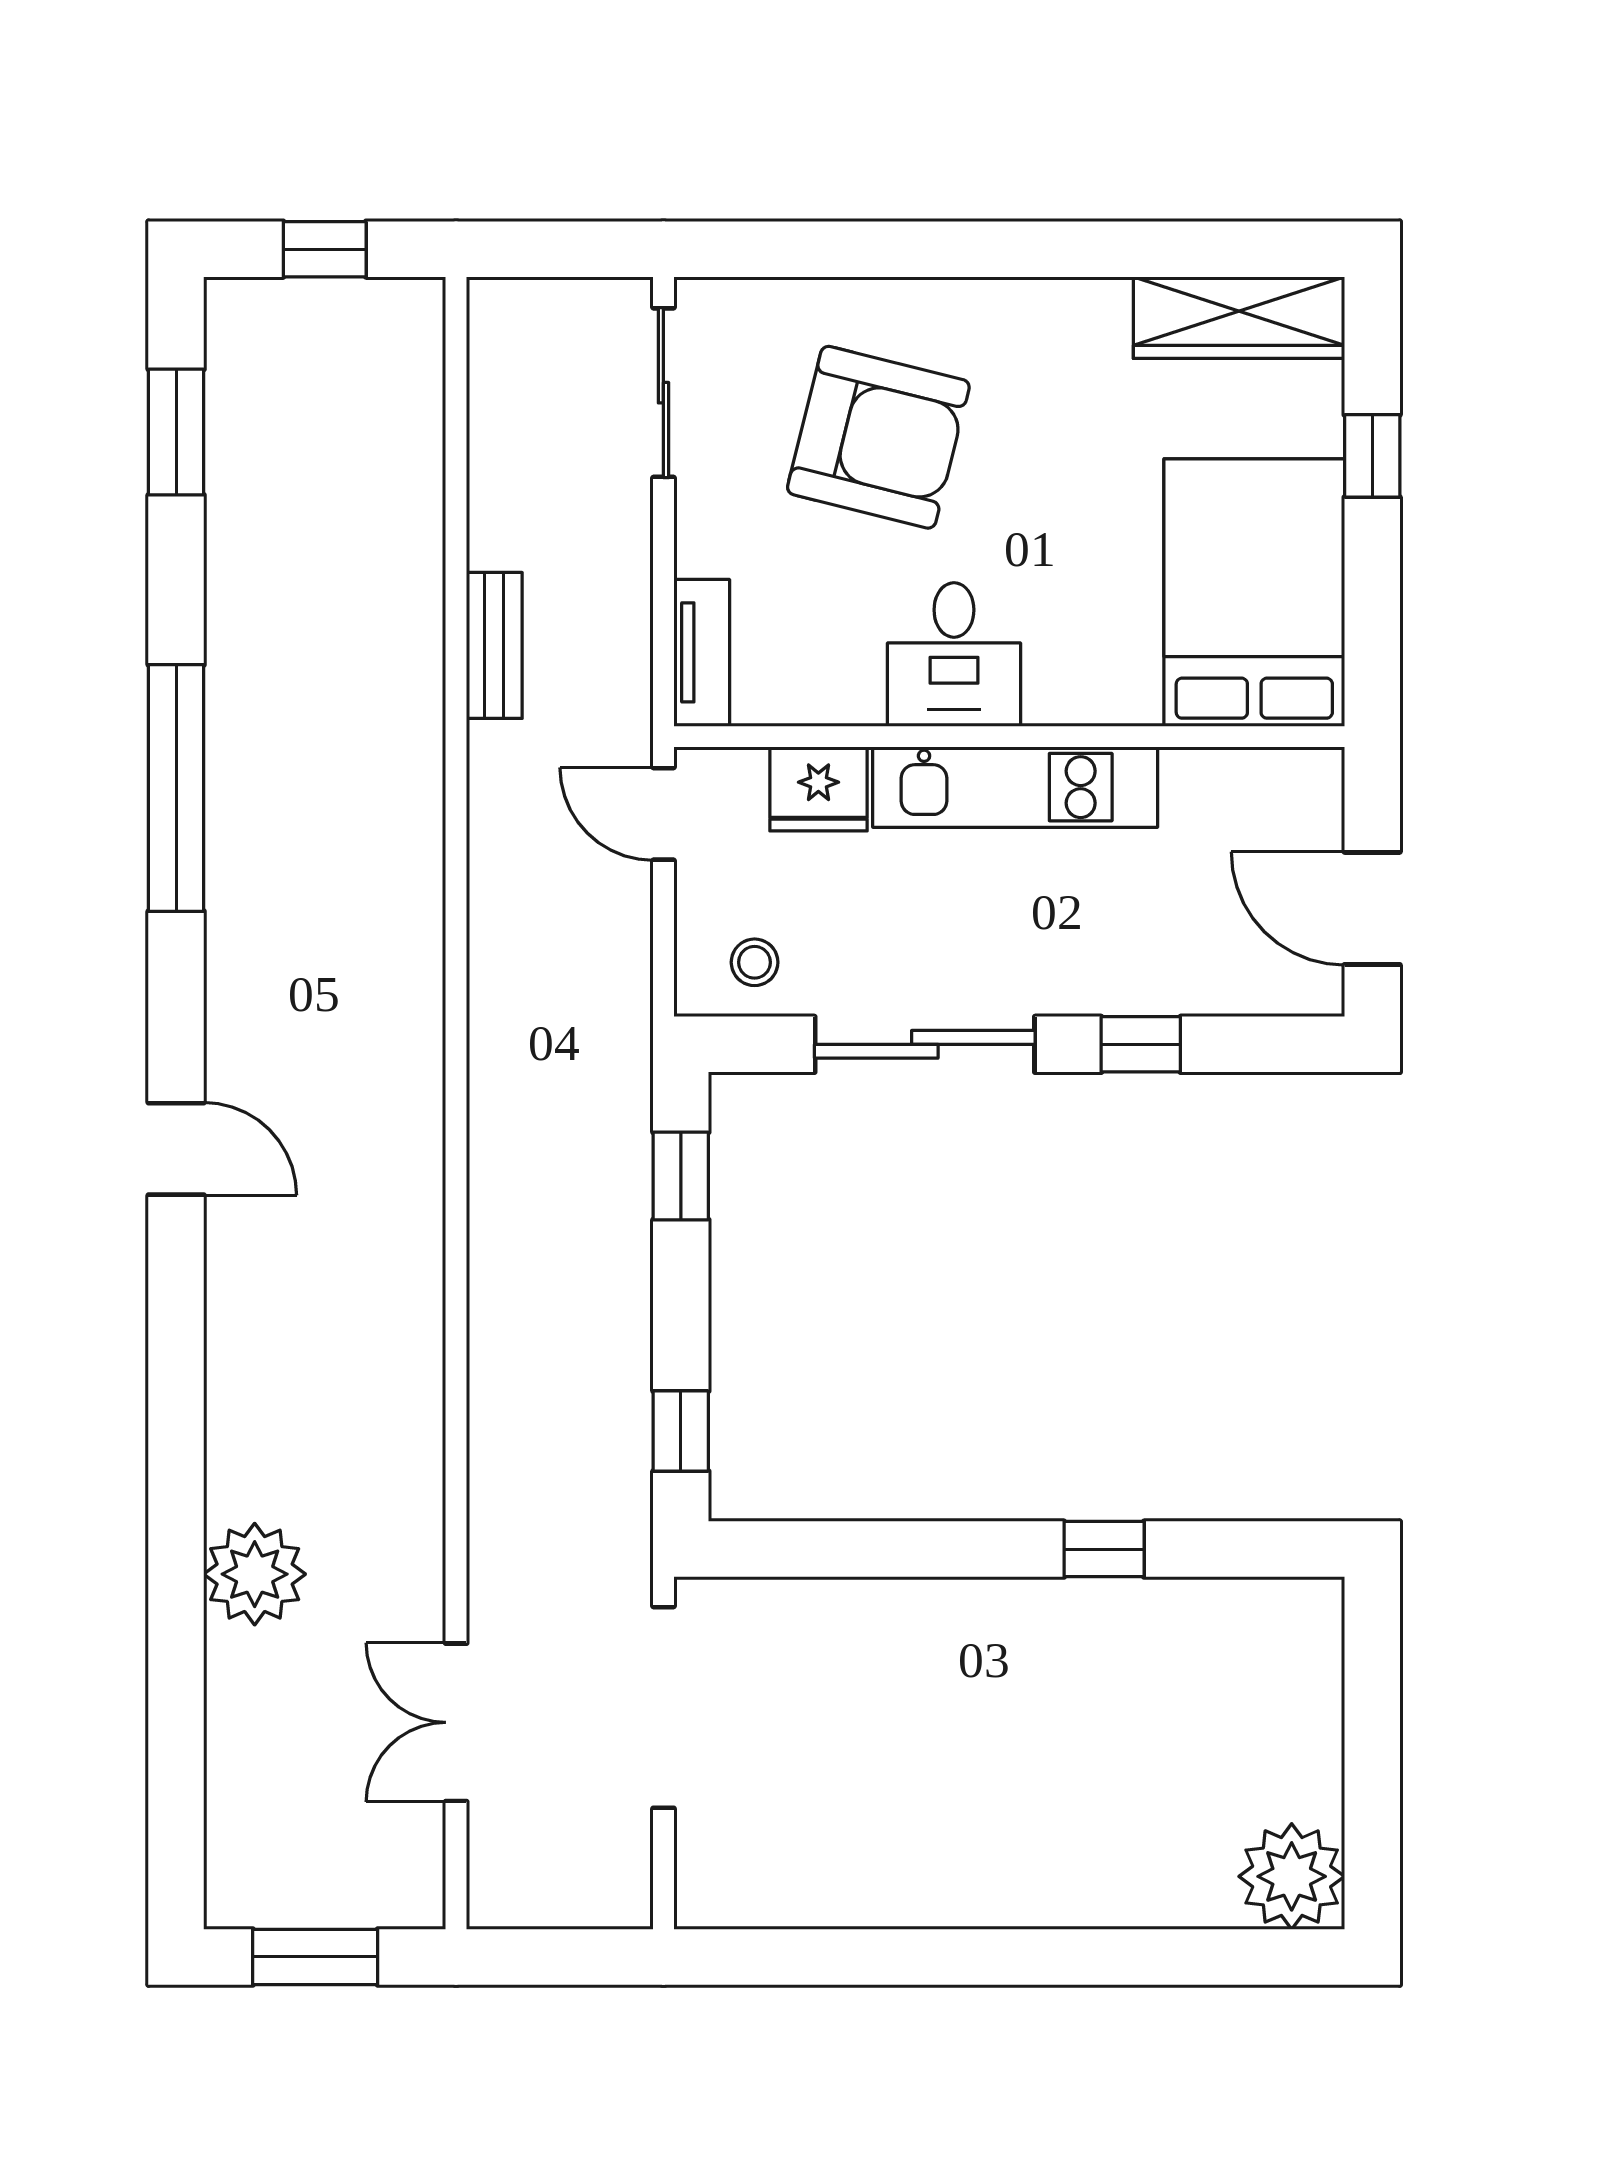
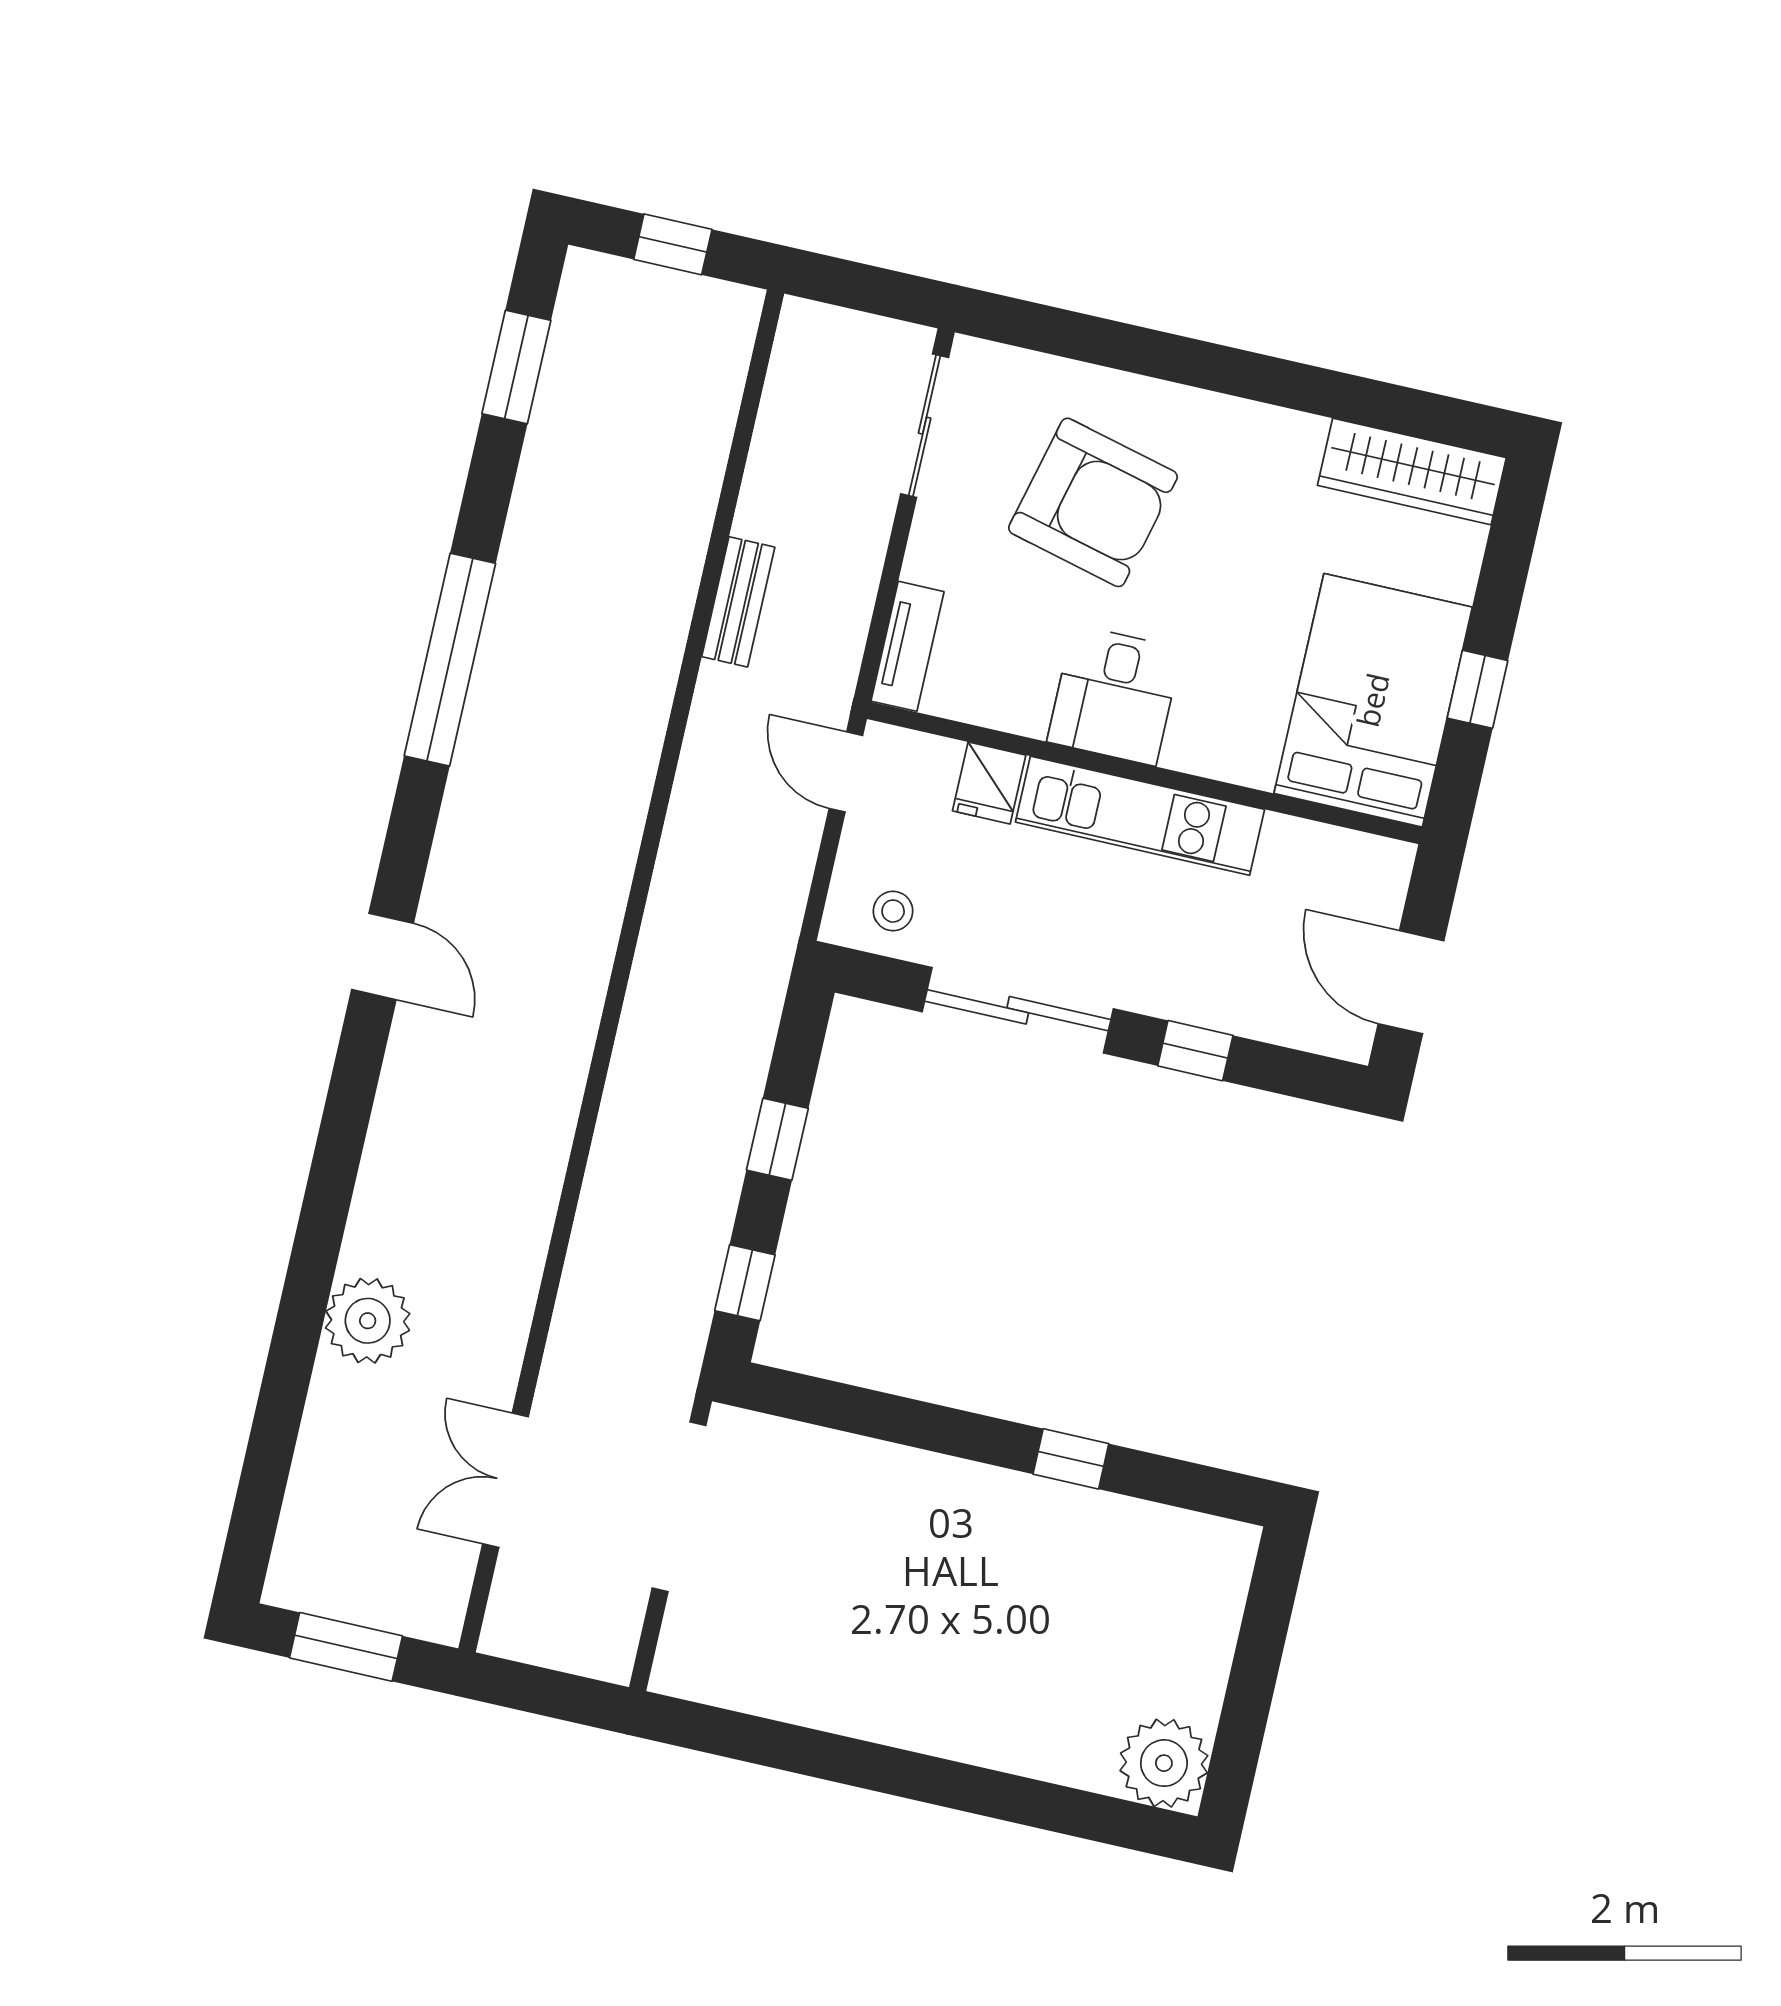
window: (1372, 456) -> (1478, 689), moved
fridge: (818, 789) -> (989, 783), width x0.72
window: (681, 1176) -> (777, 1139), moved

